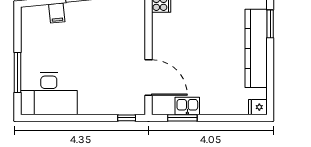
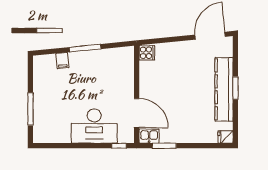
window: (270, 24) -> (235, 88), moved
desk: (49, 94) -> (94, 126), moved
kitchen sink: (187, 106) -> (149, 136), moved

